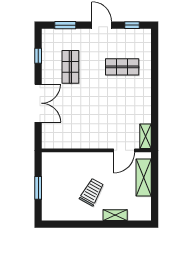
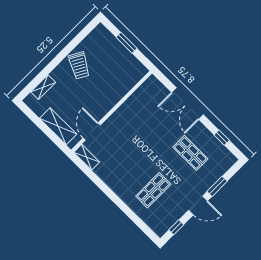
window: (65, 25) -> (217, 186), moved
trolley: (92, 192) -> (79, 65), moved
shelving: (115, 215) -> (43, 87), moved

